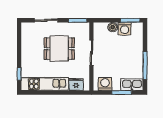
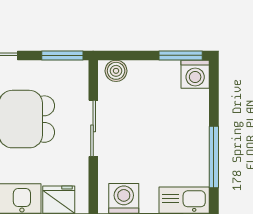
boiler: (113, 27) -> (116, 71), moved
washing machine: (125, 29) -> (195, 74), moved

